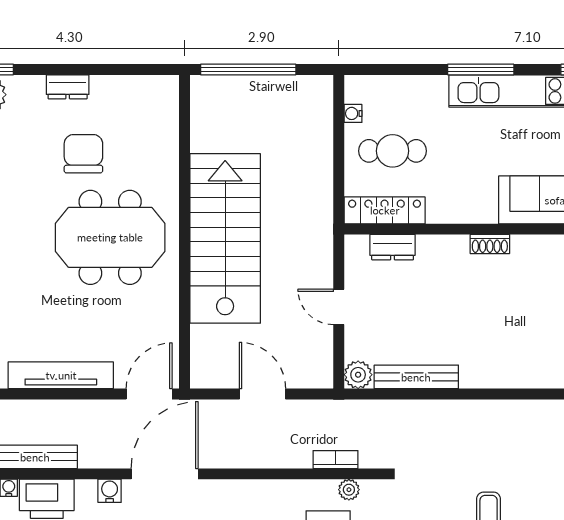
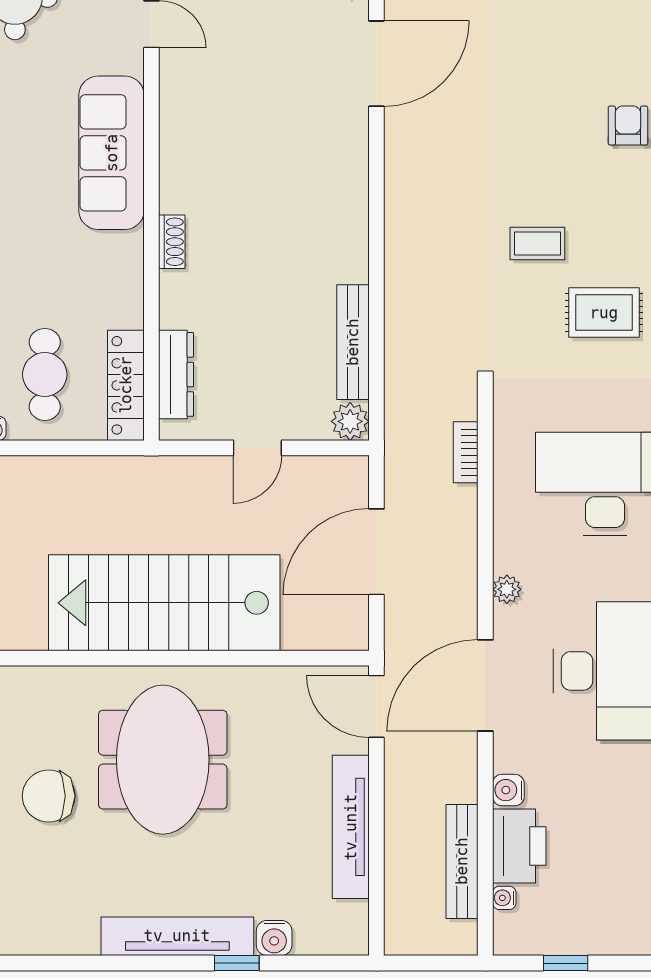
dresser: (393, 247) -> (176, 374), width x1.44
door: (263, 394) -> (376, 552), width x1.36
door: (165, 474) -> (485, 685), hinge flipped
plant: (349, 490) -> (507, 589), moved
water cooler: (110, 491) -> (508, 790), moved

